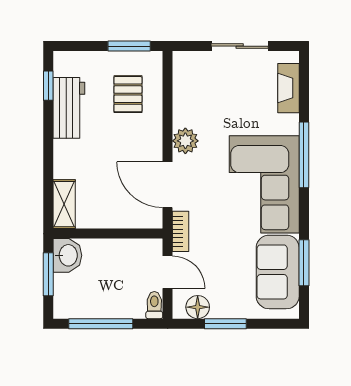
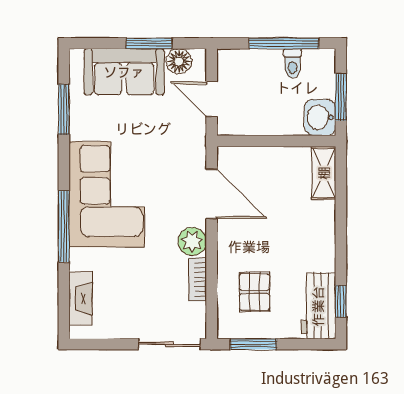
sliding door: (240, 46) -> (170, 344), moved
workbench: (69, 108) -> (318, 306), moved
bookcase: (180, 231) -> (197, 280), moved
sofa: (278, 272) -> (124, 72), moved, turned 90
toilet: (154, 305) -> (292, 63), moved

